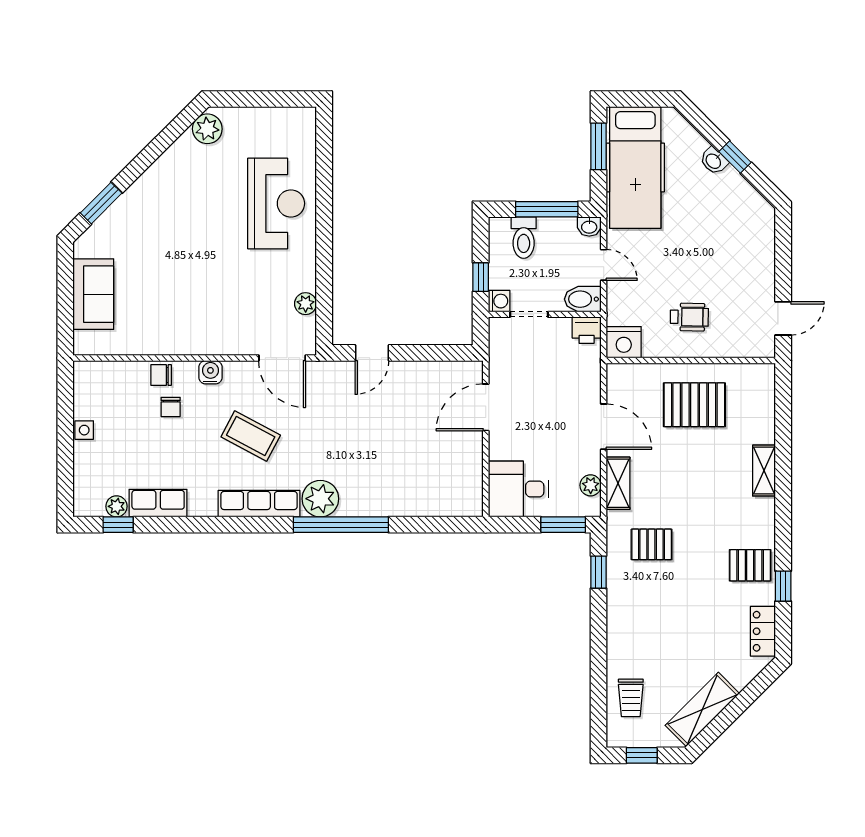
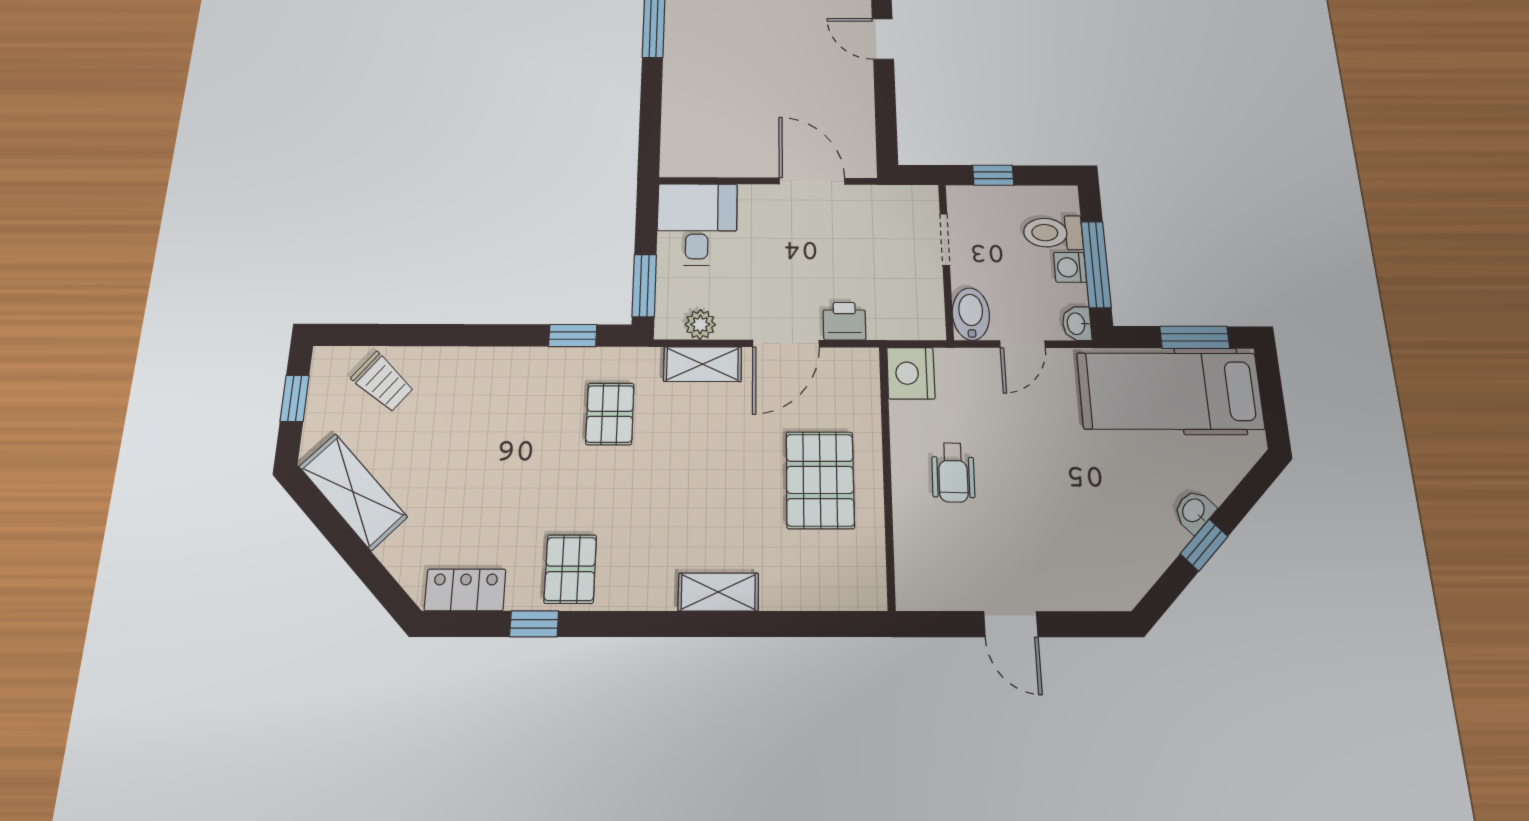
washing machine: (499, 301) -> (1070, 267), moved, turned 90
door: (783, 318) -> (1011, 624), moved
printer: (587, 330) -> (844, 321), moved, turned 90
trolley: (631, 698) -> (383, 382), turned -140

